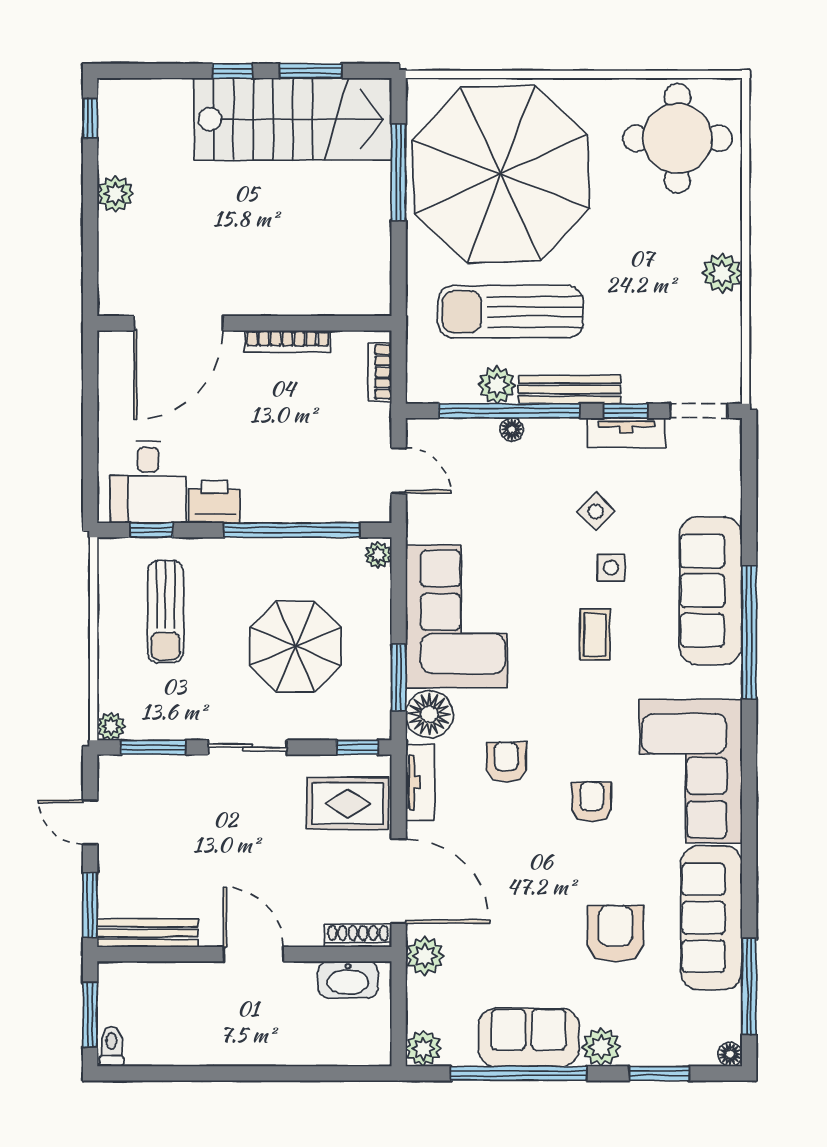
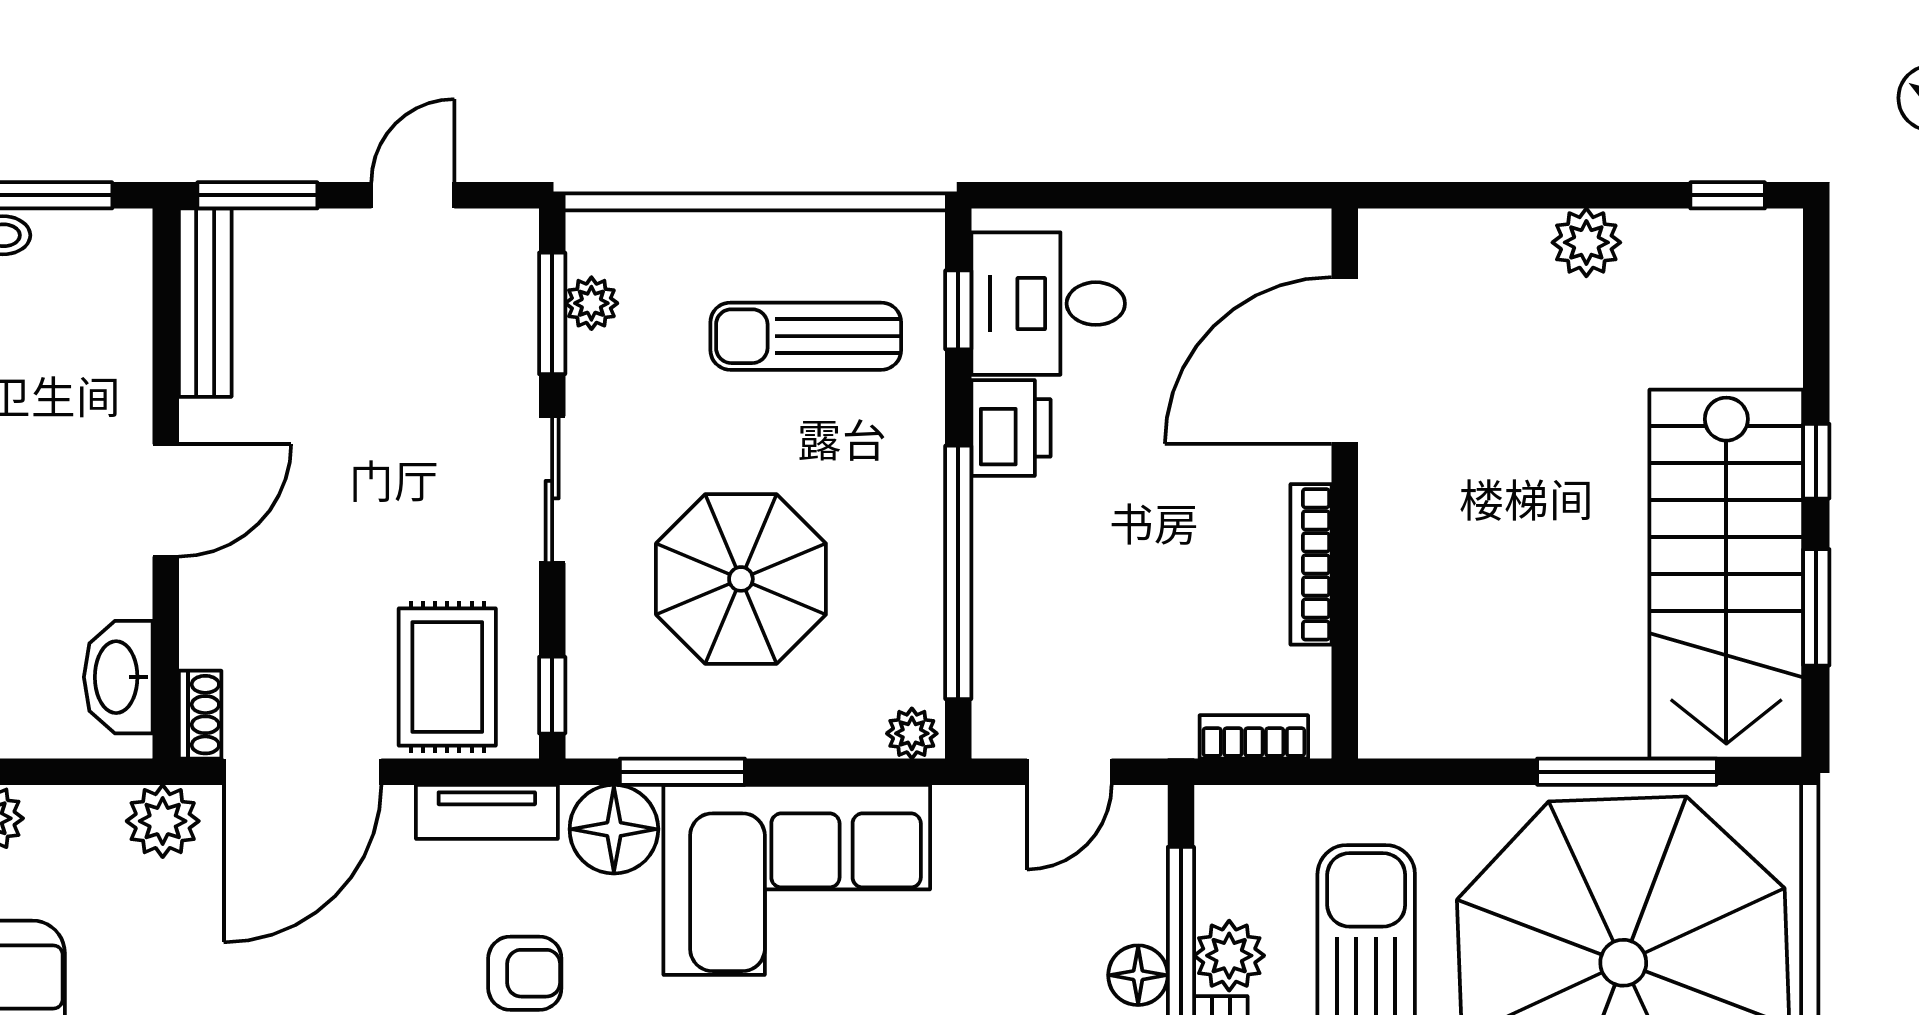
door: (179, 323) -> (1345, 361), hinge flipped
floor lamp: (512, 430) -> (1138, 975), width x1.37, depth x1.37
plant: (111, 726) -> (591, 303), moved
shoe rack: (358, 936) -> (200, 715), width x0.70

